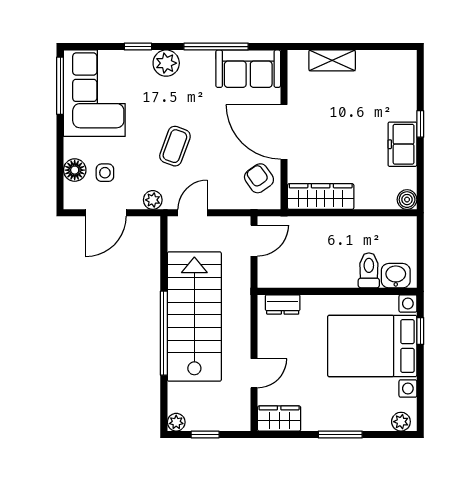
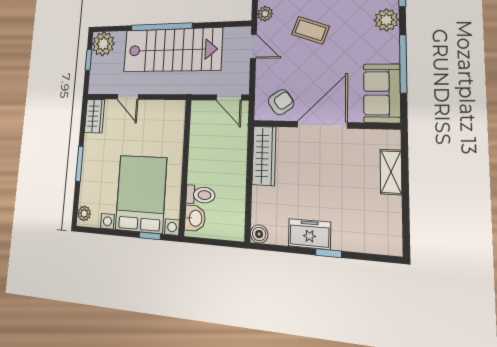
dresser: (283, 305) -> (177, 121), removed
plant: (176, 422) -> (103, 44), width x1.87, depth x1.87

